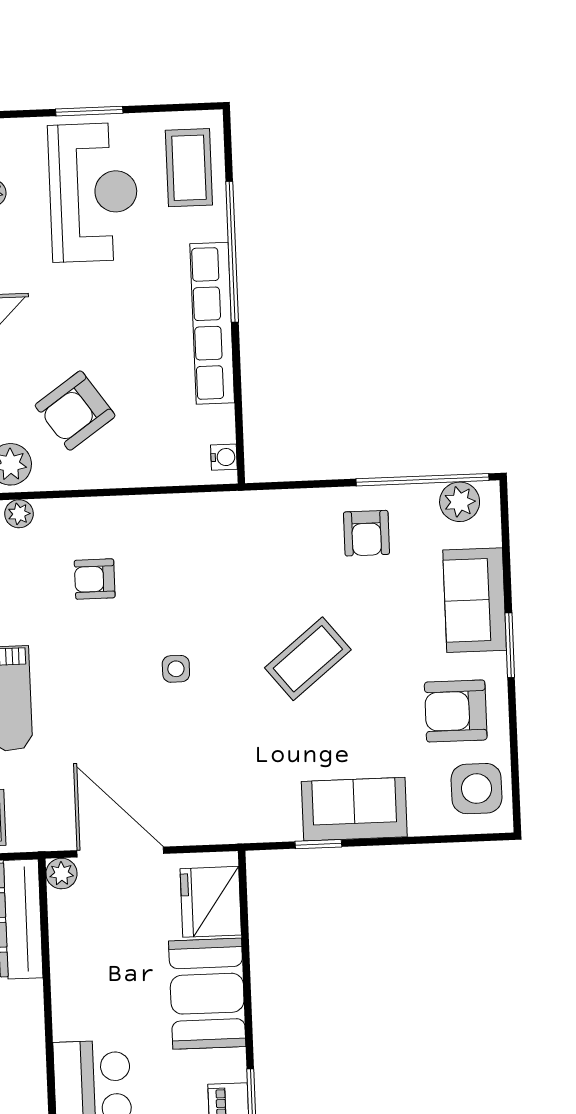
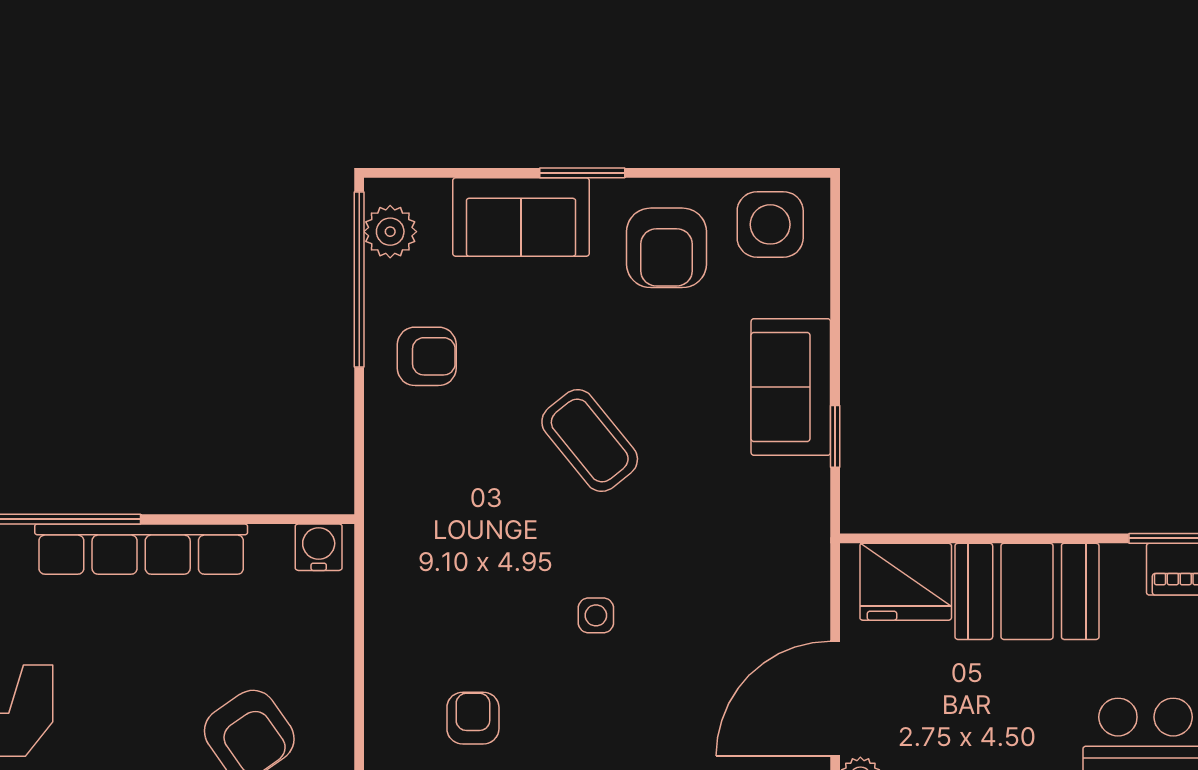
water cooler: (224, 457) -> (319, 547), width x1.38, depth x1.38
armchair: (95, 579) -> (473, 718), turned 180

